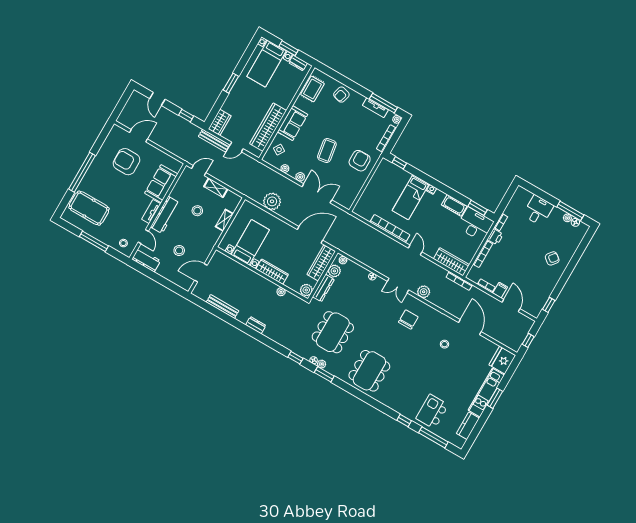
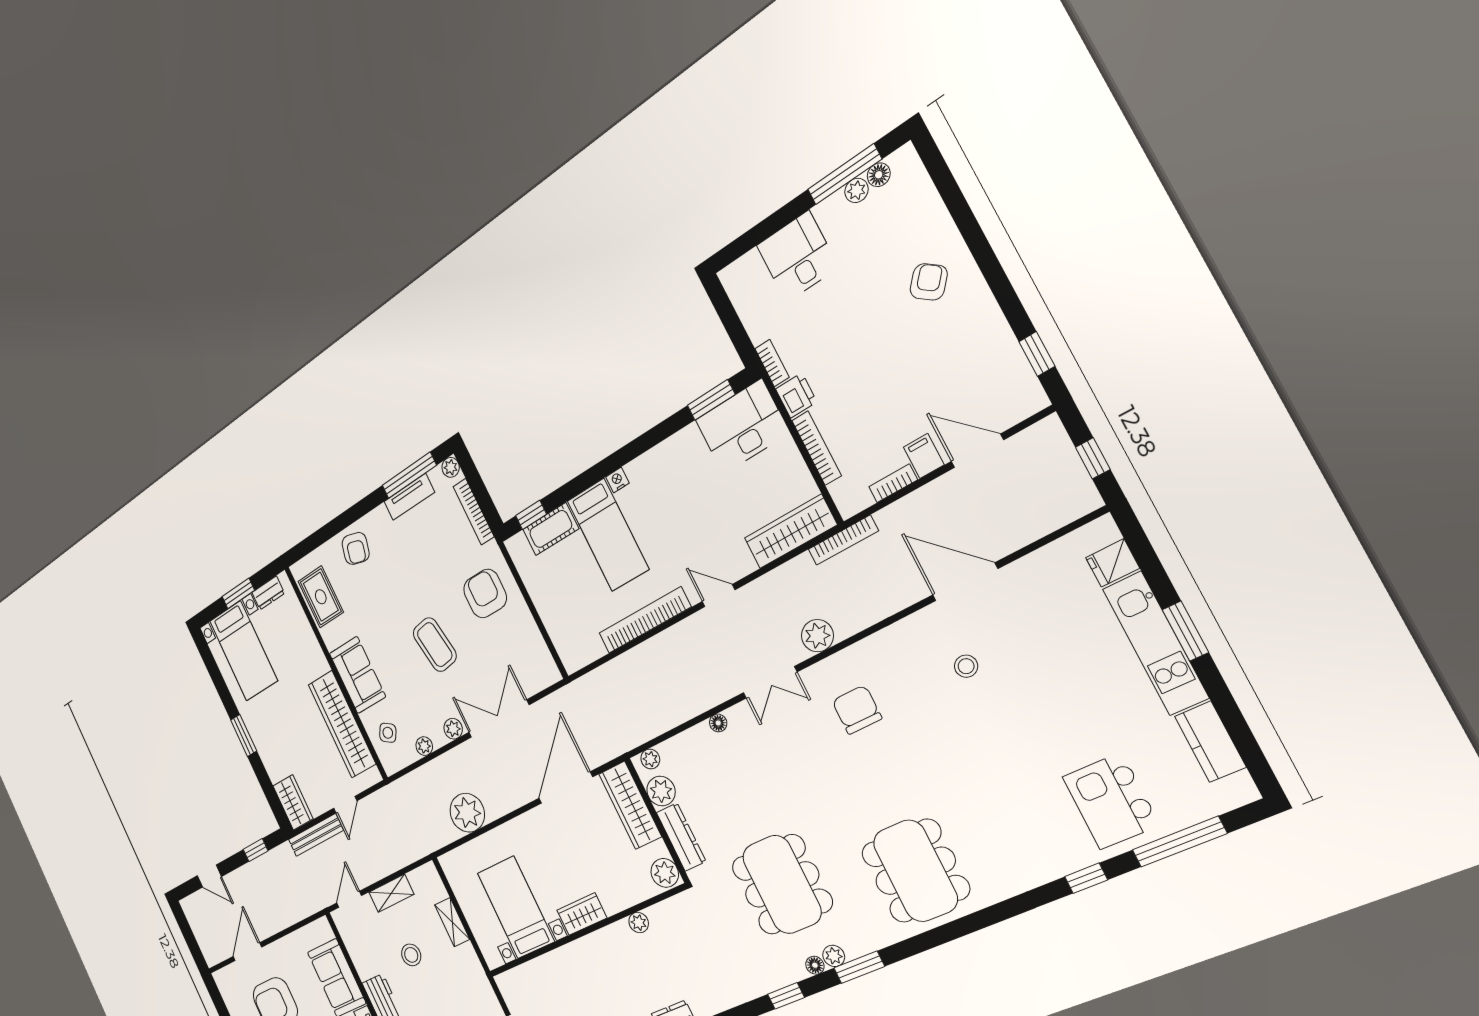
cot: (454, 205) -> (551, 529), moved
wardrobe: (272, 272) -> (582, 914), width x0.67
fridge: (502, 360) -> (1113, 563), width x0.53, depth x0.75

